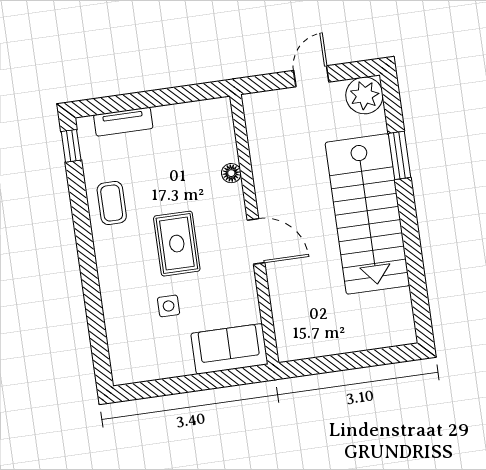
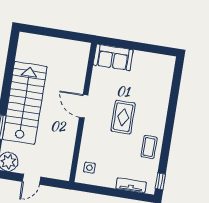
floor lamp: (231, 173) -> (86, 144), removed
side table: (169, 306) -> (89, 168), moved

